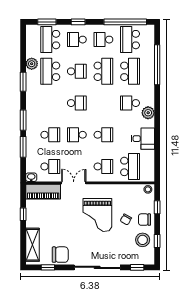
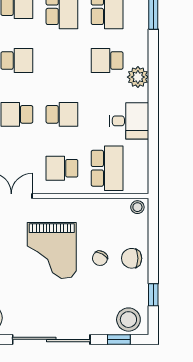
school desk: (103, 166) -> (62, 168), turned 180
window: (157, 207) -> (153, 237), removed
stool: (143, 240) -> (128, 320), moved

